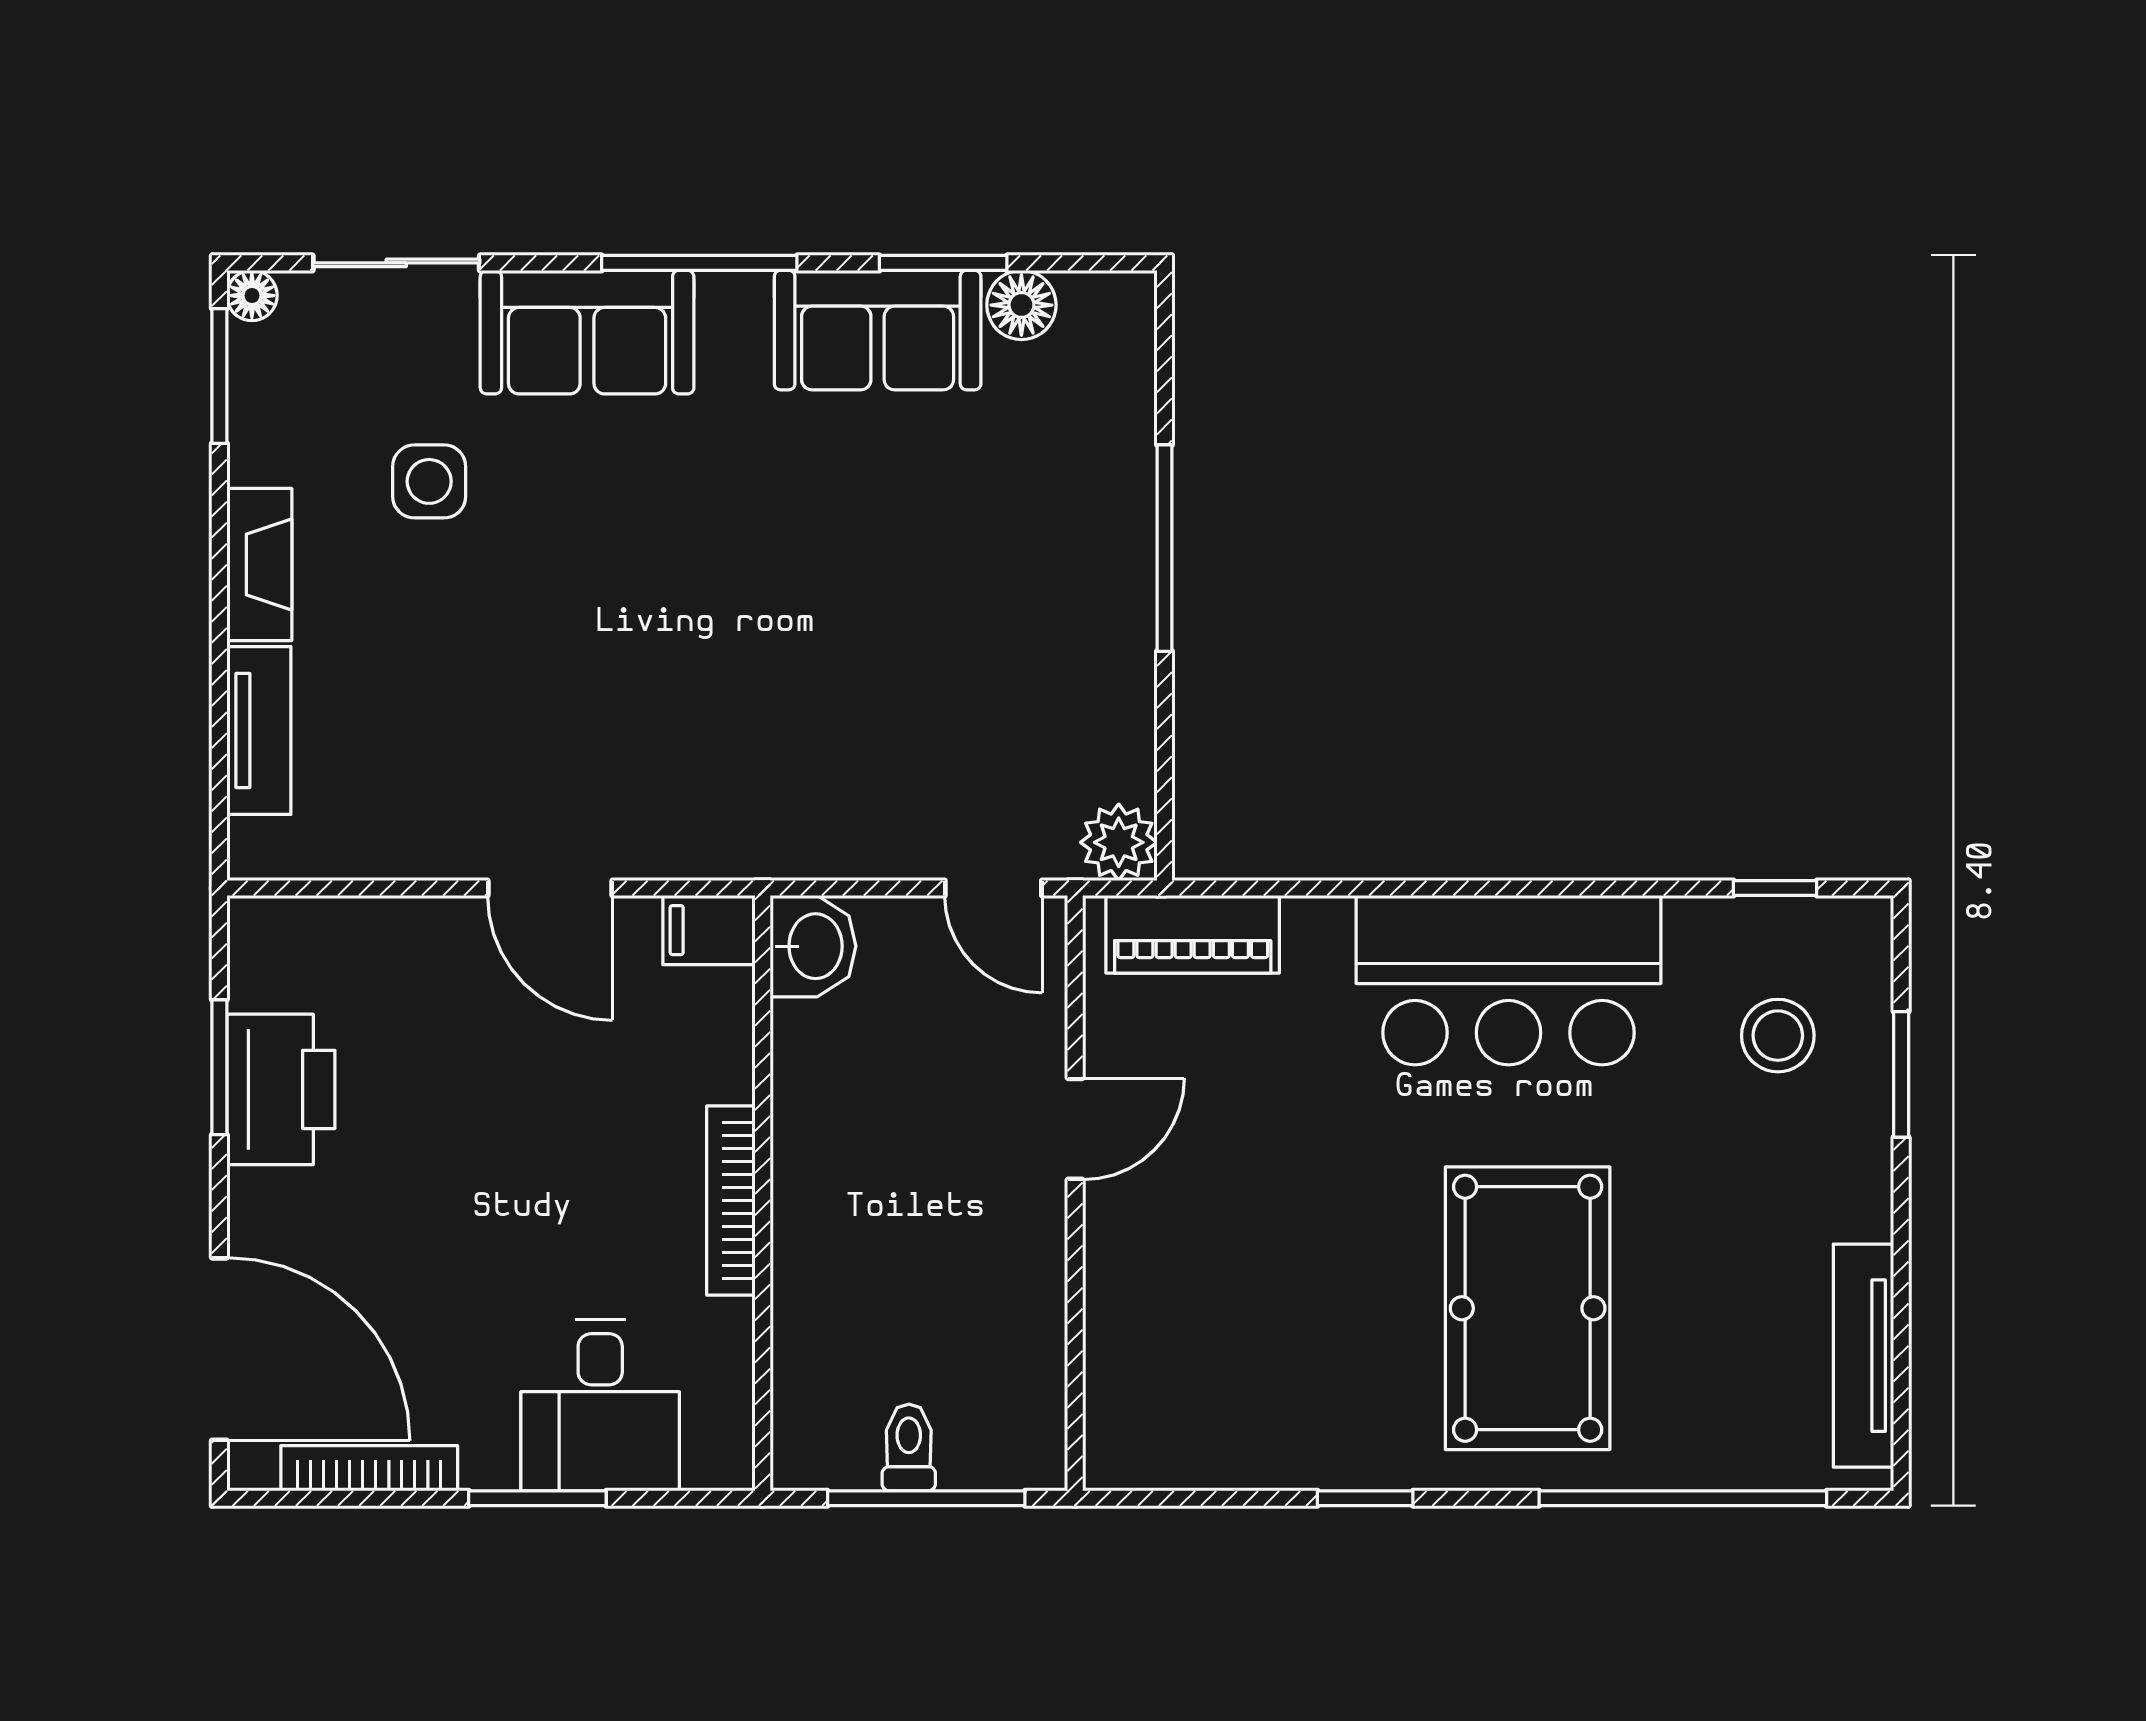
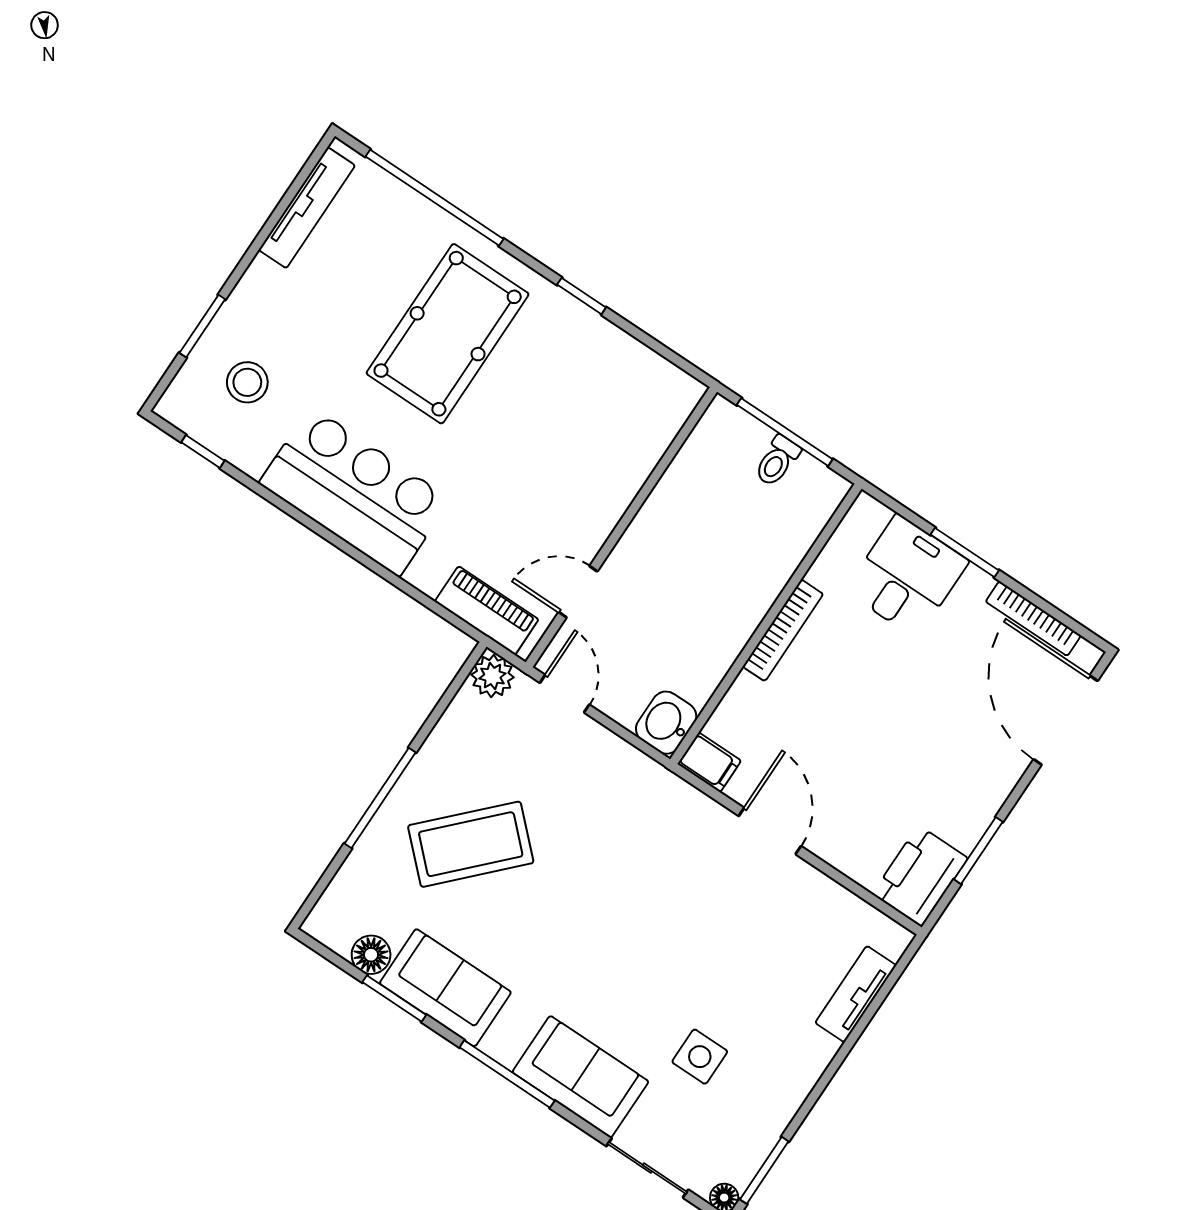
fireplace: (259, 565) -> (804, 1071), removed
coffee table: (983, 570) -> (471, 844), added
printer: (281, 1089) -> (920, 876), moved
door: (1075, 1129) -> (578, 592), moved

